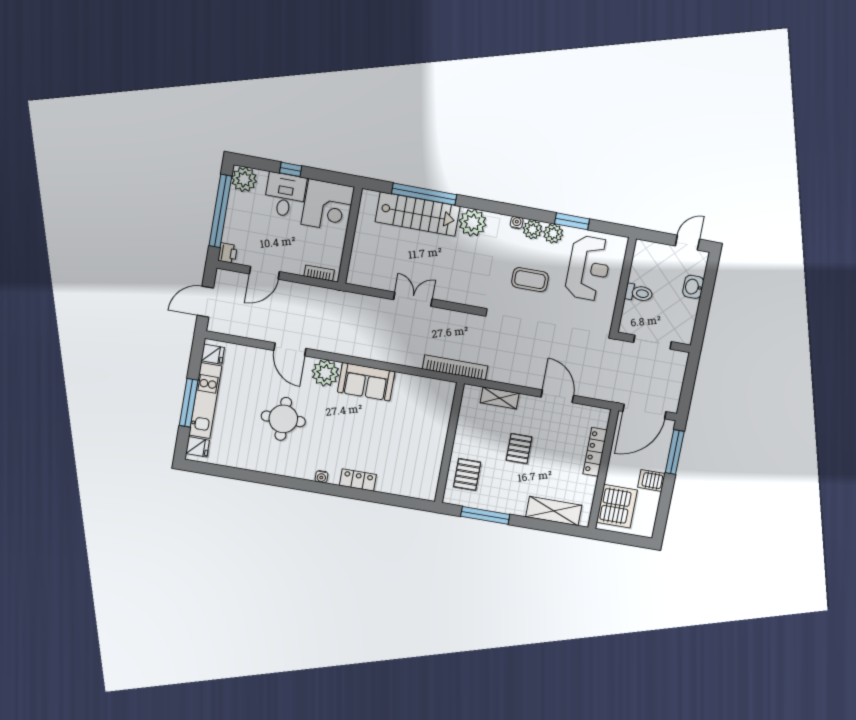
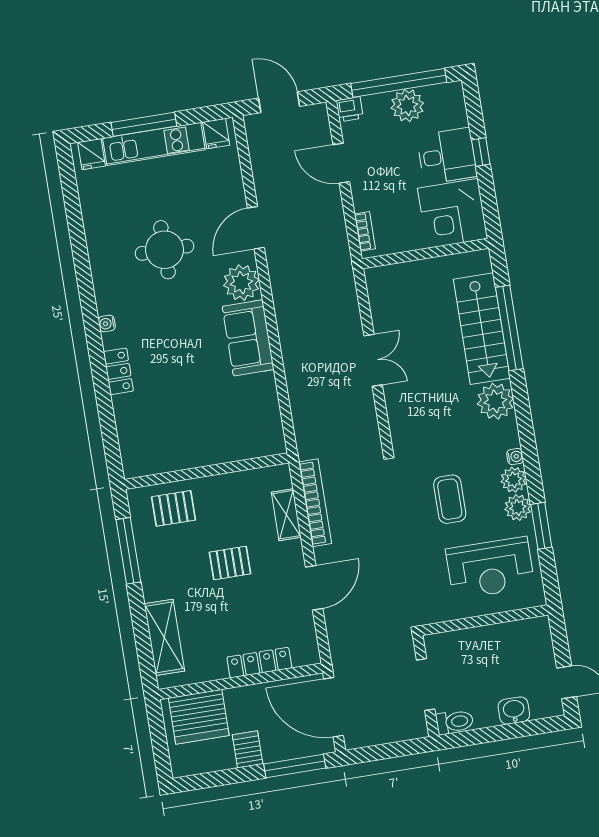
plant: (244, 179) -> (407, 105), moved
toilet: (639, 293) -> (455, 722), moved, turned -90
bookcase: (455, 367) -> (315, 503), moved

